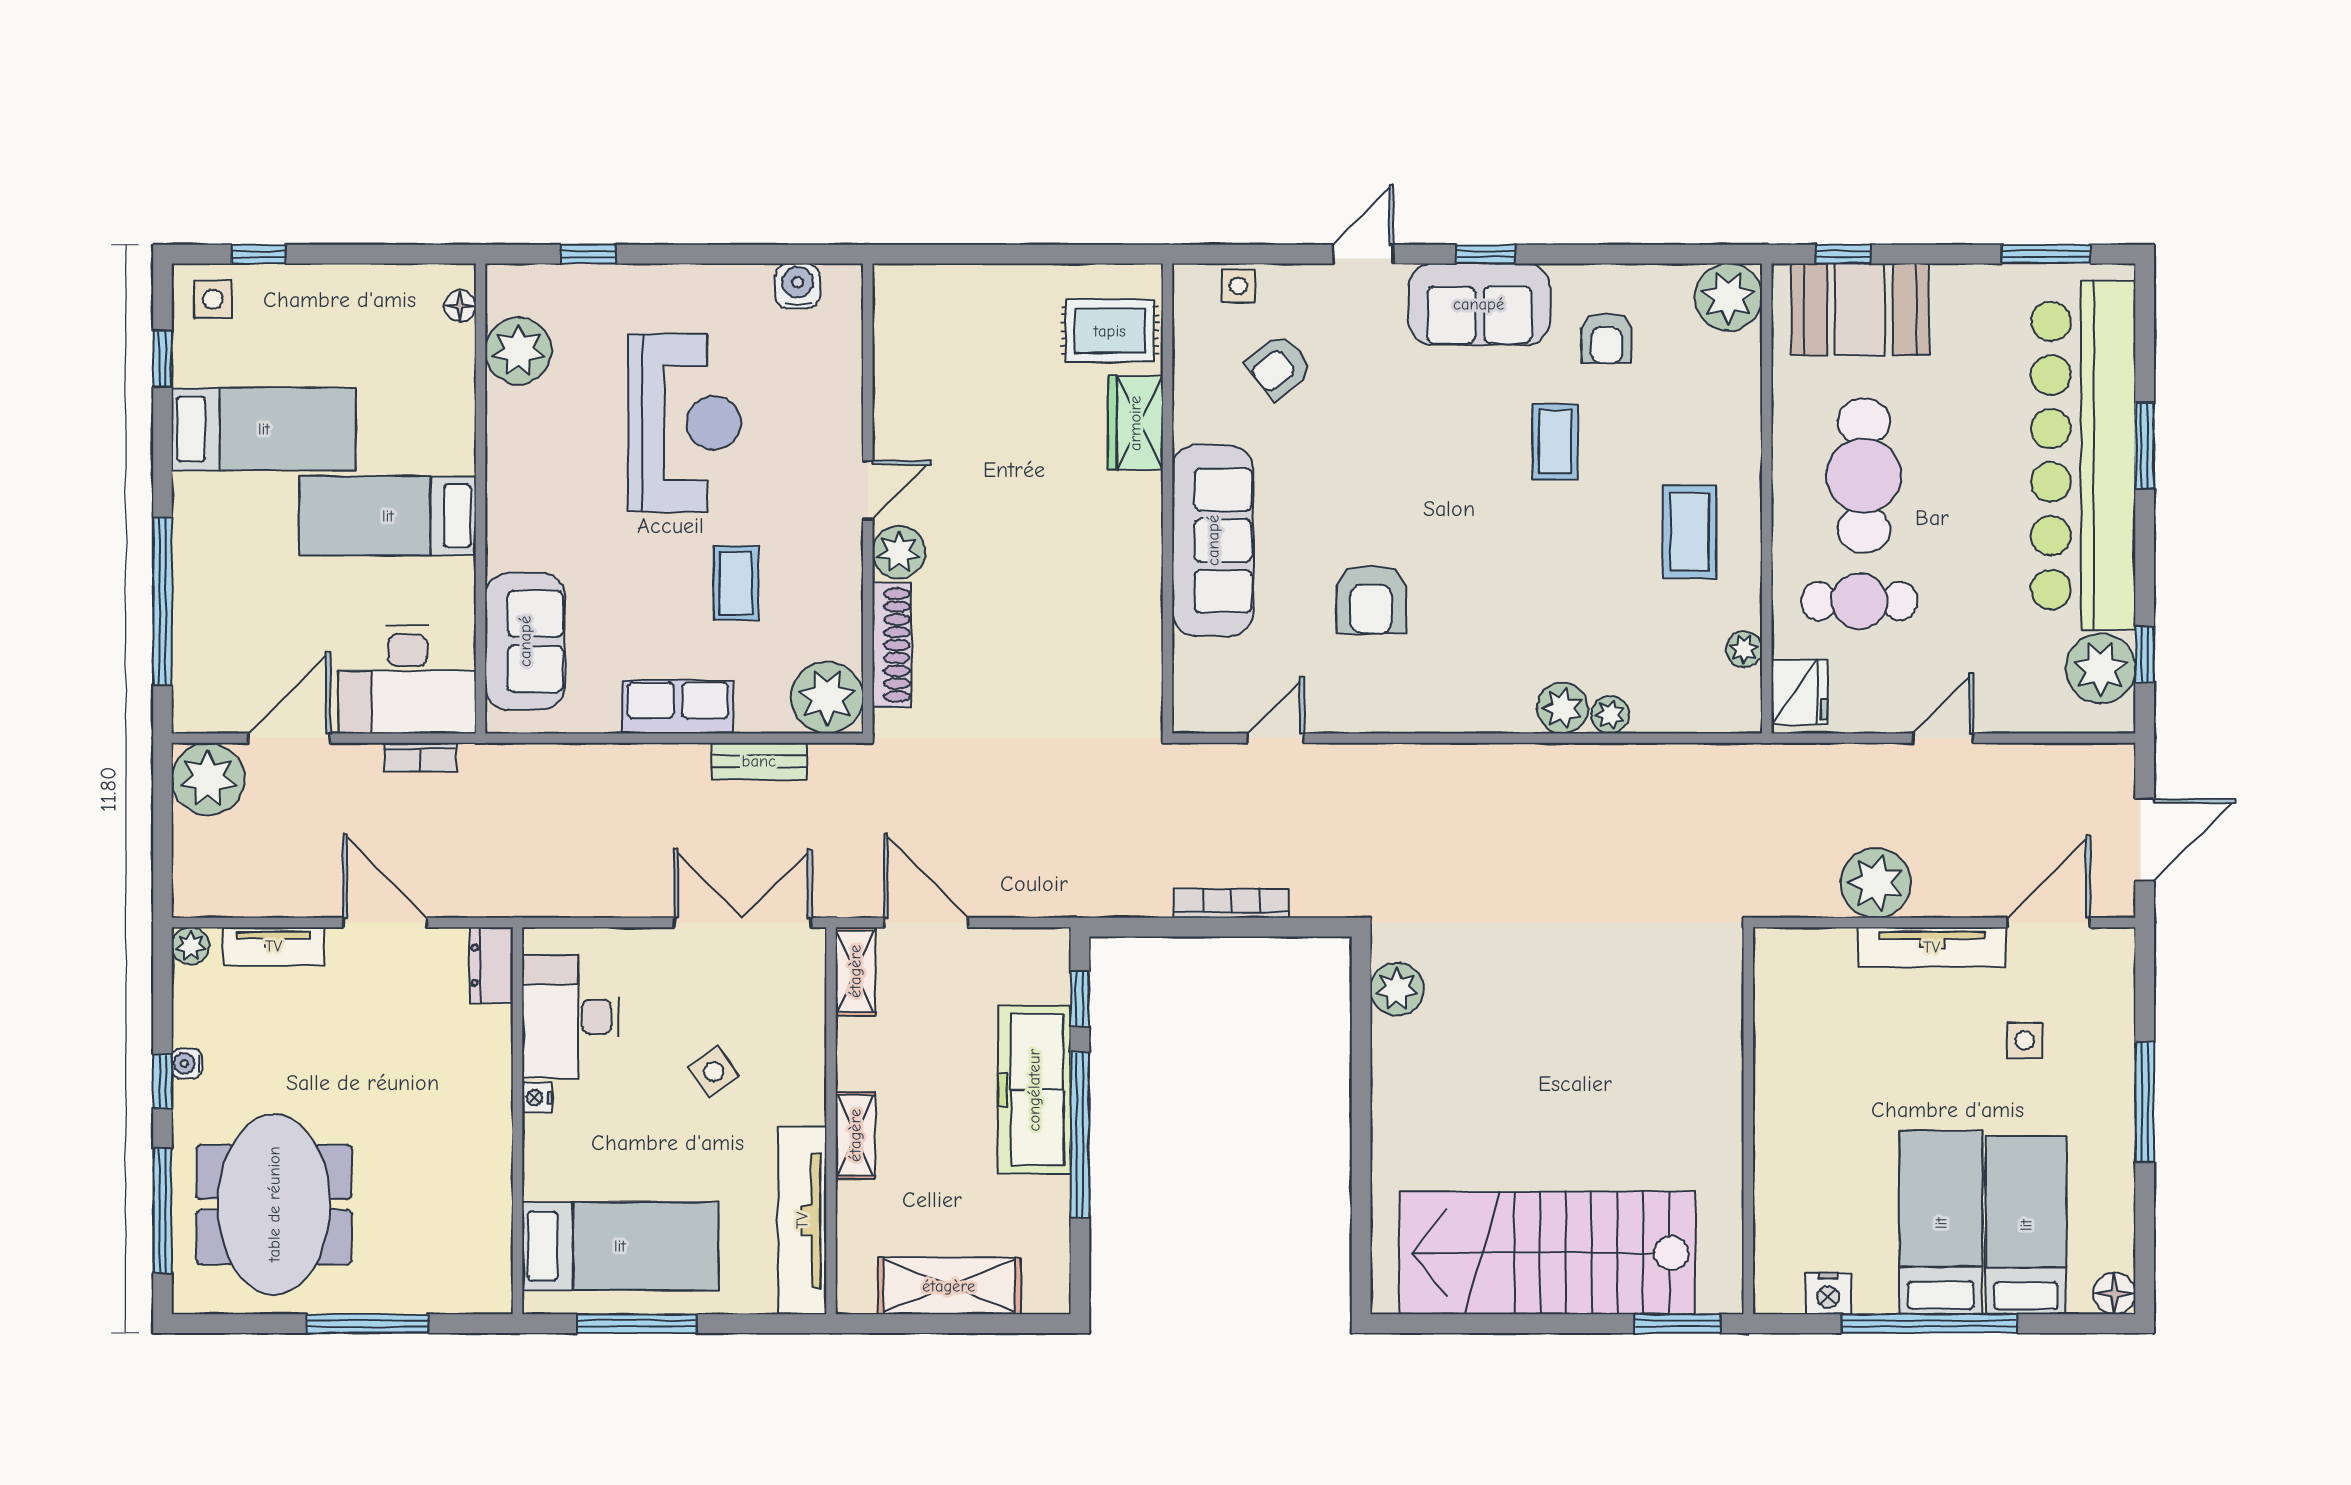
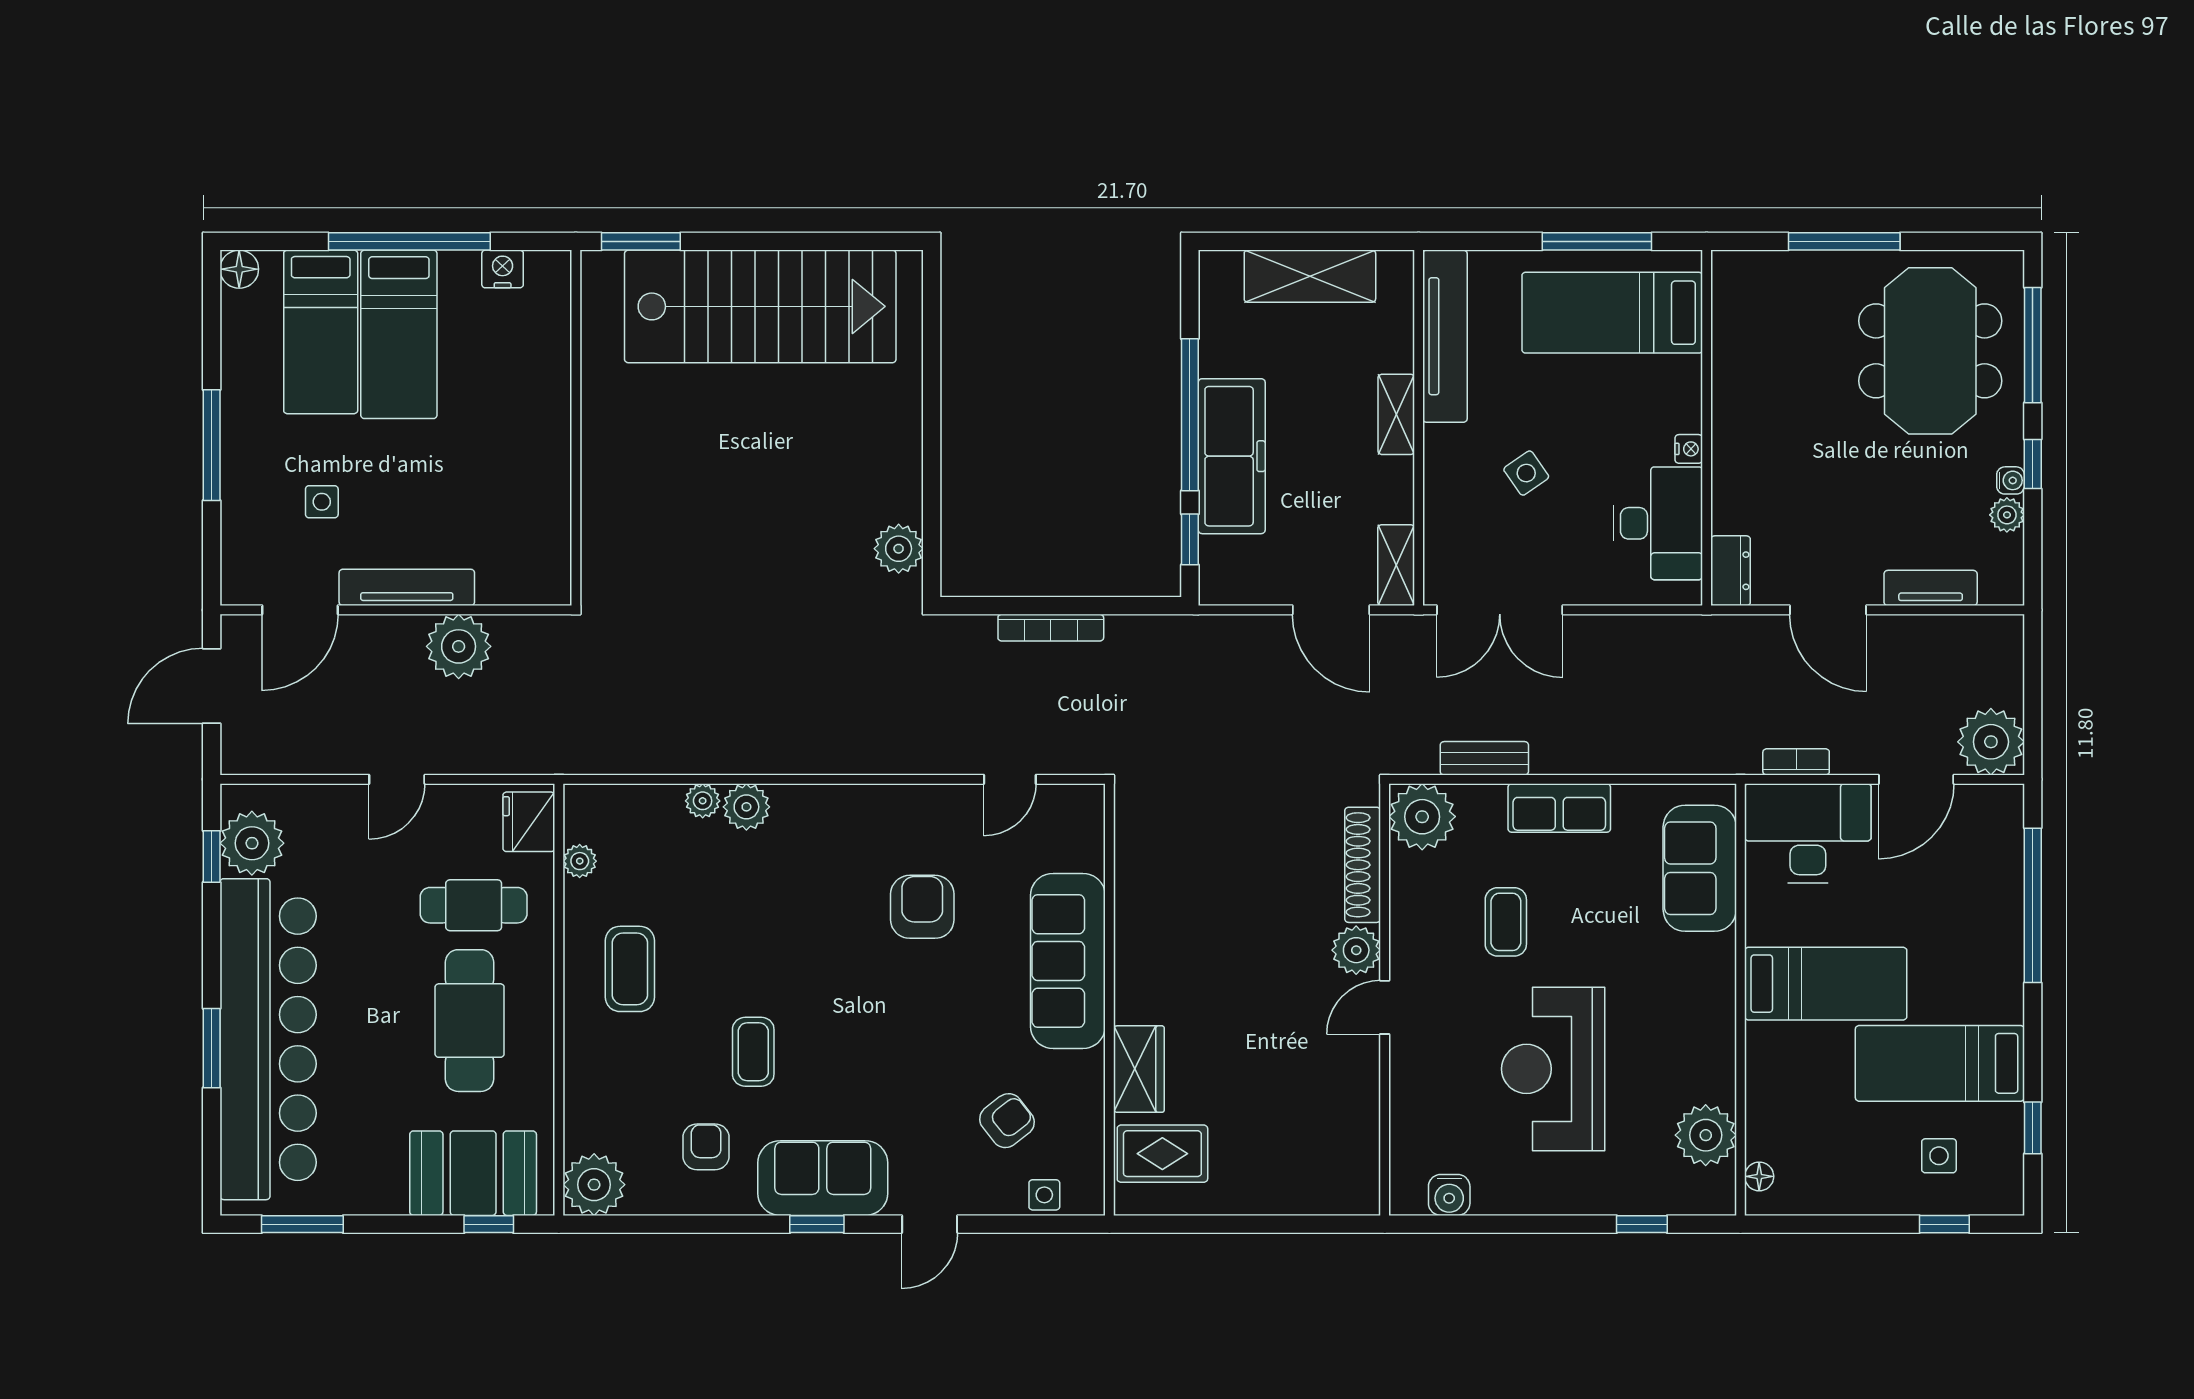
side table: (213, 299) -> (1939, 1156), moved
plant: (191, 946) -> (2007, 515), moved

